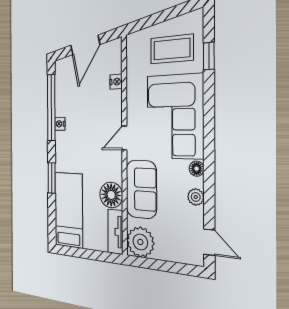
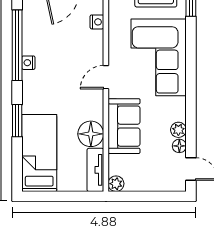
floor lamp: (197, 169) -> (179, 146), moved
plant: (140, 242) -> (116, 184), width x0.53, depth x0.53

